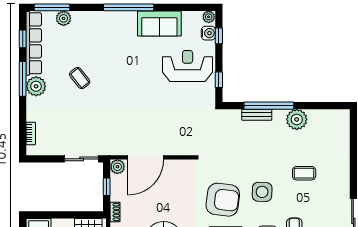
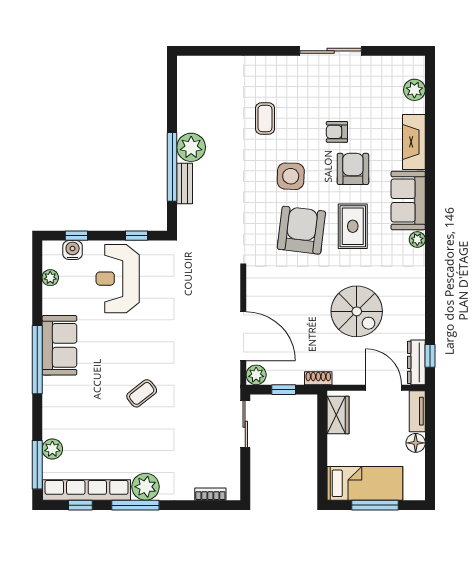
plant: (209, 17) -> (50, 278), moved
sofa: (159, 24) -> (59, 345), moved
coffee table: (80, 78) -> (142, 393), moved
plant: (297, 119) -> (191, 147), moved

